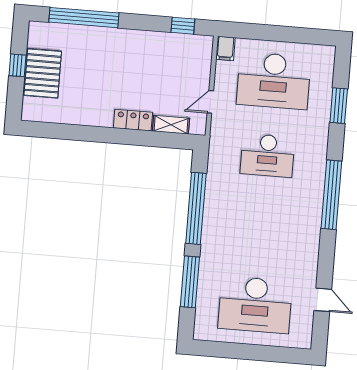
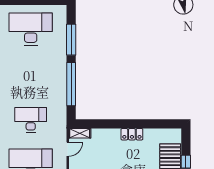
locker: (133, 120) -> (132, 134), moved
shelving: (171, 125) -> (80, 133), moved

